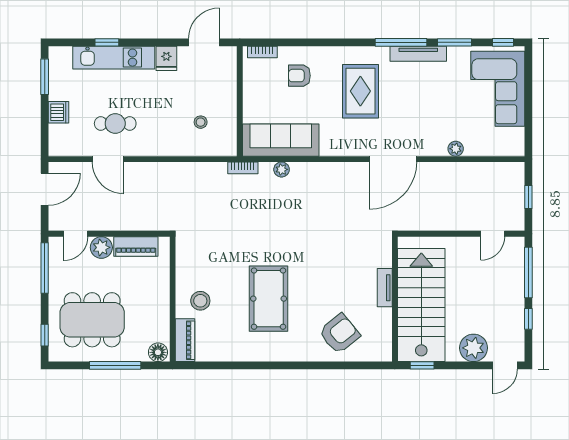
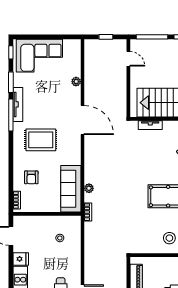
tv unit: (385, 288) -> (150, 125), moved

